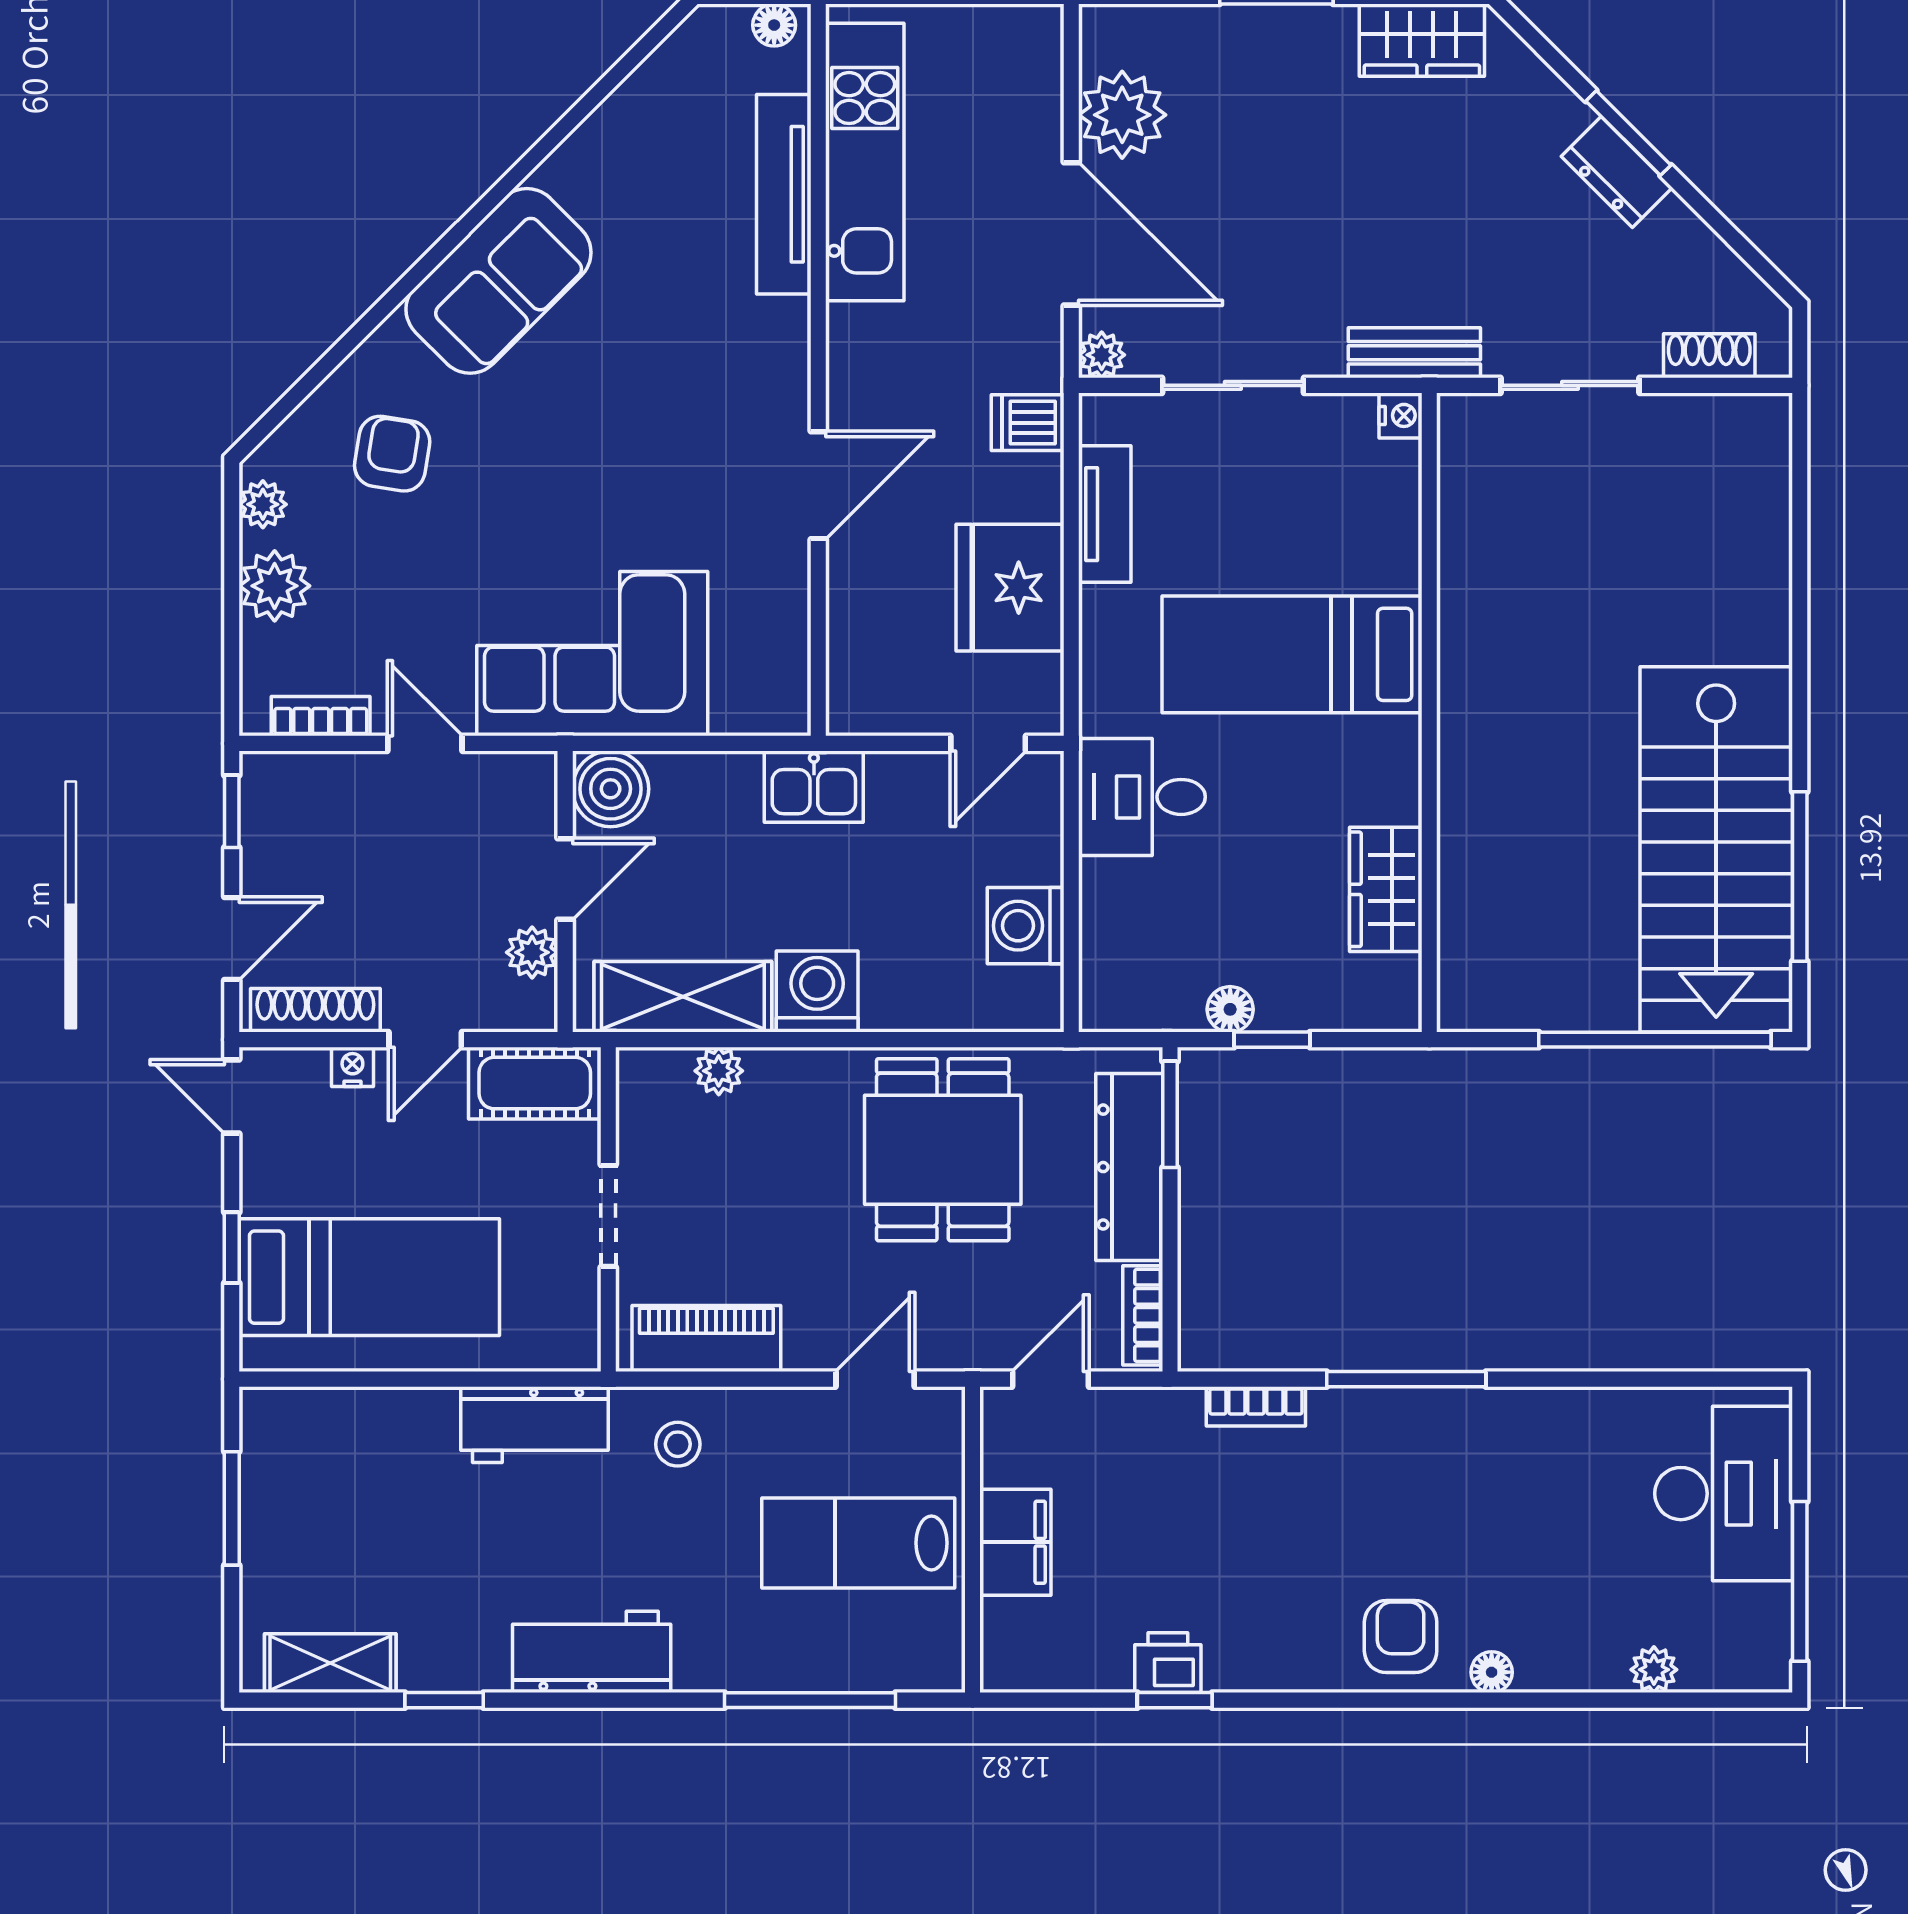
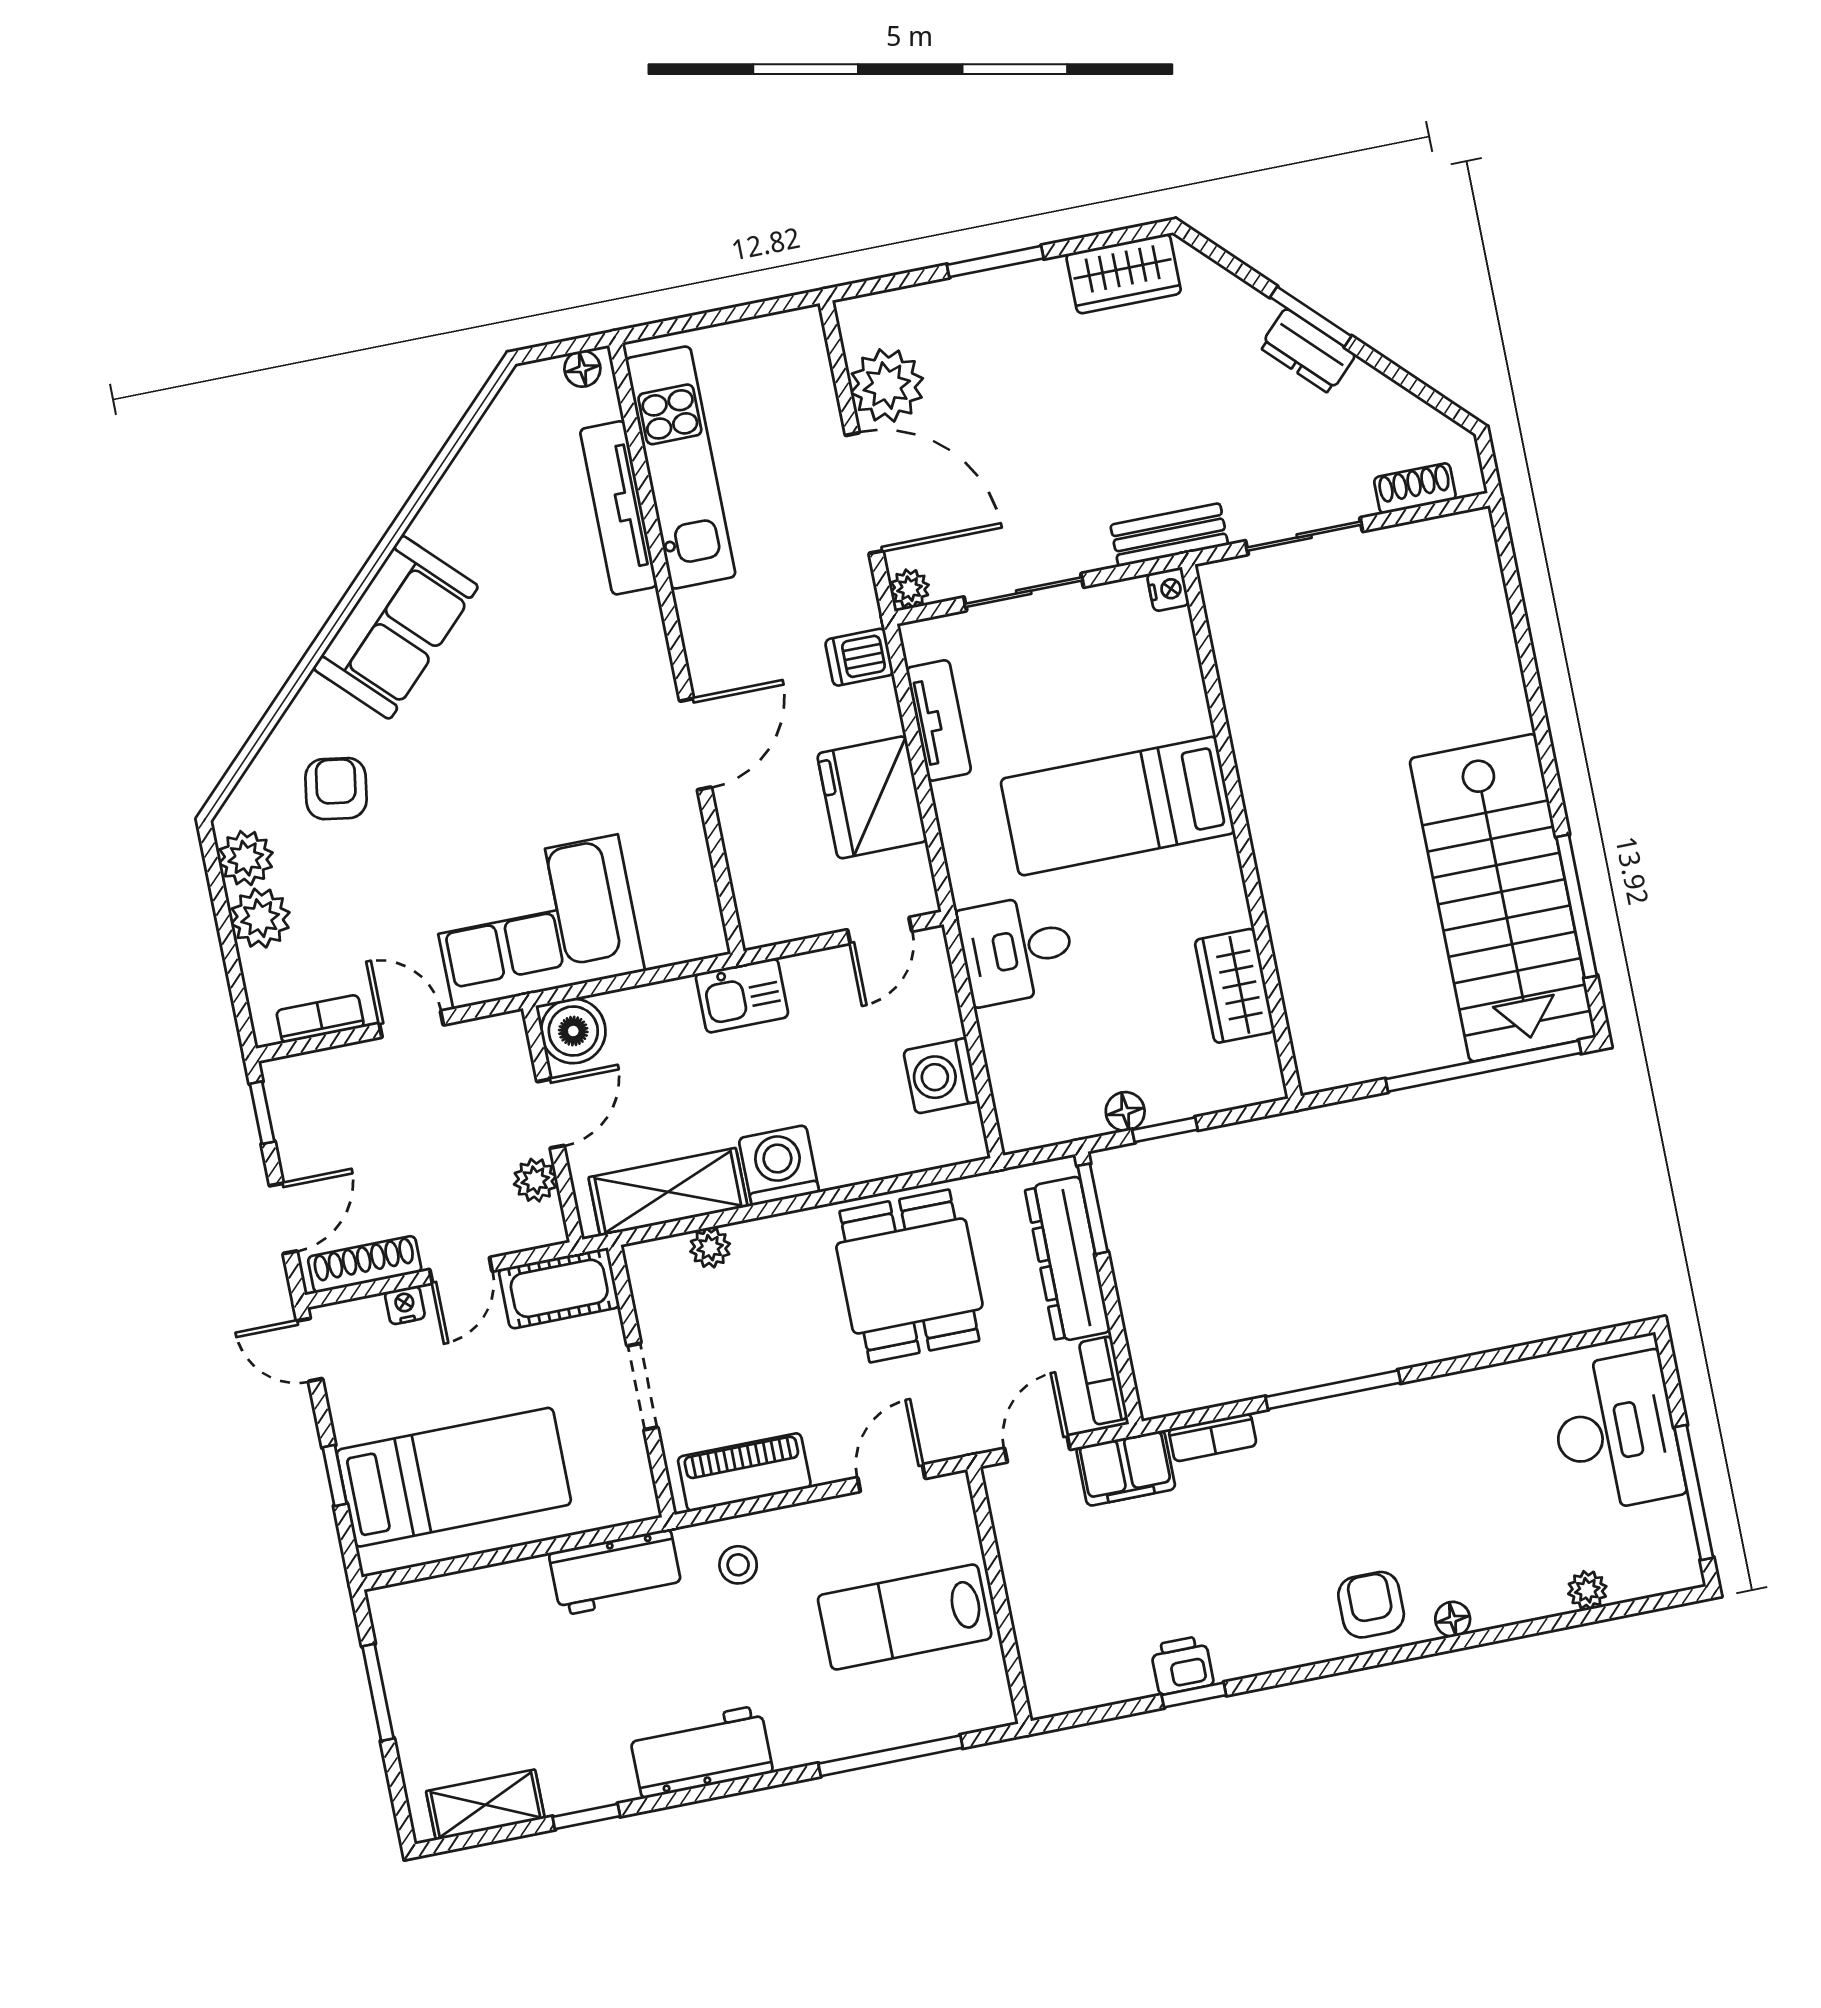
plant: (263, 504) -> (246, 858), width x1.38, depth x1.38
filing cabinet: (1015, 1542) -> (1126, 1468), moved, turned 90

